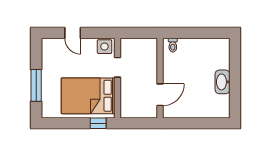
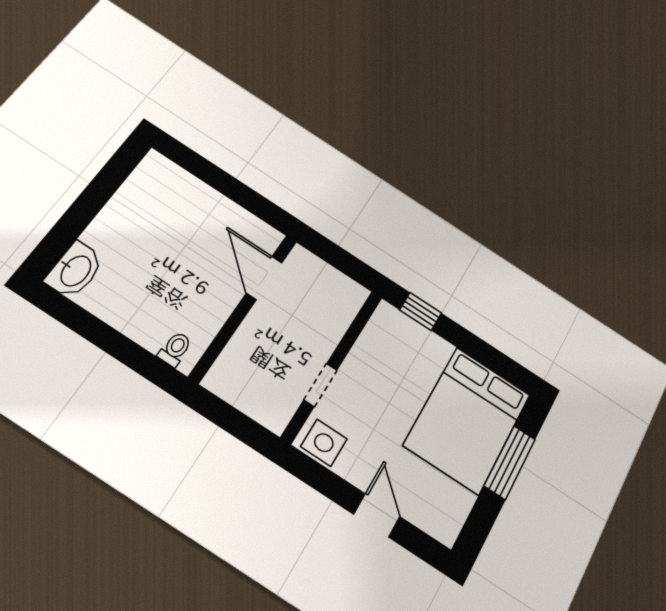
washbasin: (222, 82) -> (75, 270), moved
door: (160, 95) -> (264, 278), hinge flipped
bed: (88, 96) -> (468, 420), moved, turned 90

